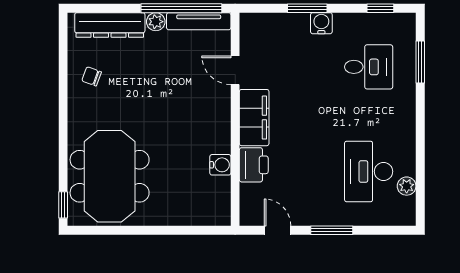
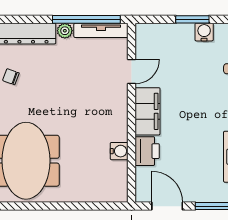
door: (235, 70) -> (132, 72), swing flipped
door: (277, 230) -> (167, 206), width x1.38

